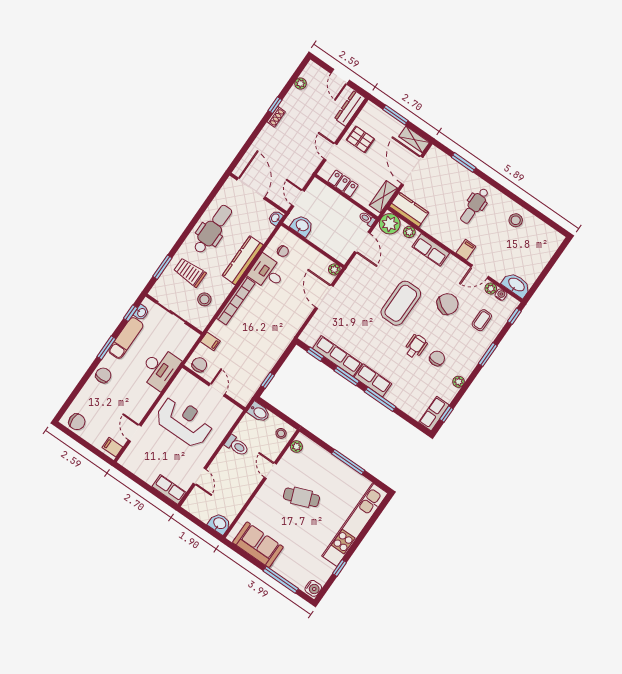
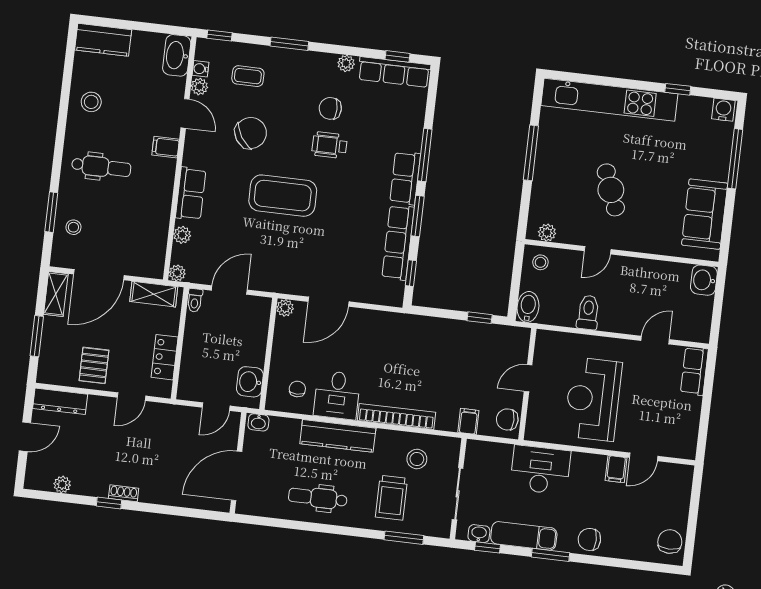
stool: (448, 171) -> (73, 227), added
kitchen counter: (409, 210) -> (103, 40), moved, turned -90
plant: (390, 224) -> (177, 273), width x0.53, depth x0.53
dental chair: (213, 229) -> (318, 498), width x0.73, depth x0.72
chair: (448, 304) -> (251, 133), turned 117
row of seats: (434, 414) -> (394, 72), width x1.48
filing cabinet: (112, 447) -> (616, 469), moved

